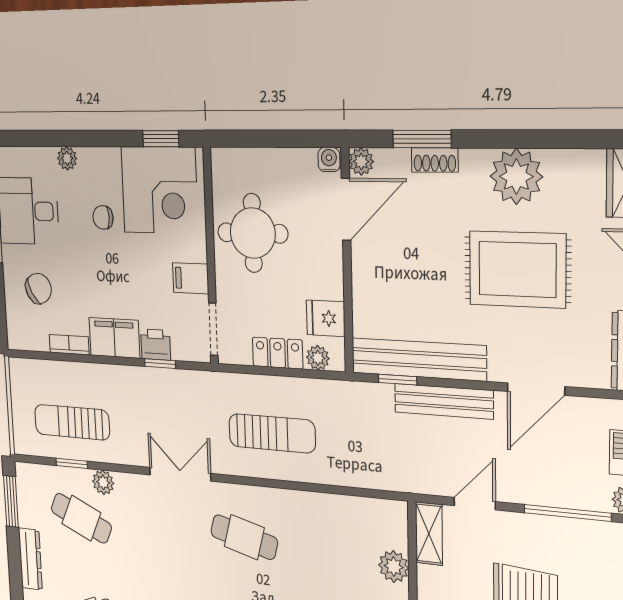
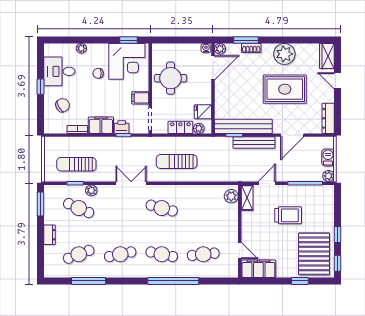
sun lounger: (272, 433) -> (177, 162), turned 180
dresser: (30, 559) -> (49, 235), width x0.70
plant: (394, 567) -> (231, 196), moved

